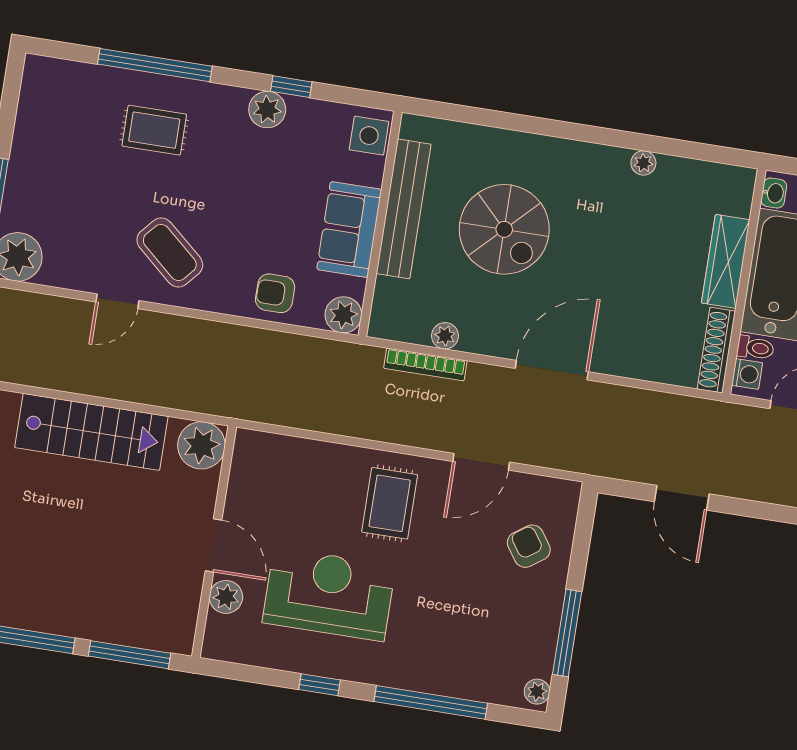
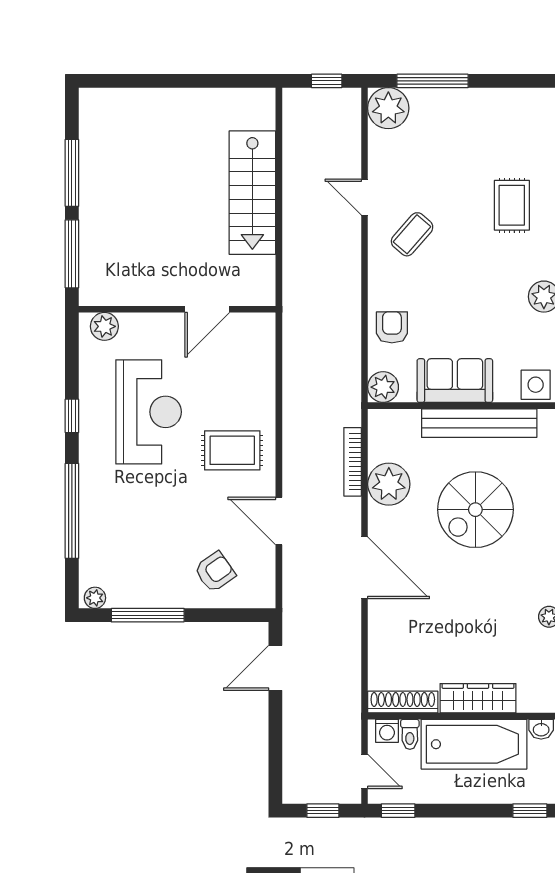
coffee table: (170, 252) -> (412, 234), width x0.73, depth x0.77
plant: (445, 336) -> (389, 484), width x1.87, depth x1.87
plant: (201, 445) -> (256, 286), removed
door: (682, 498) -> (275, 668), moved
door: (213, 545) -> (207, 309), moved
plant: (226, 597) -> (104, 326), moved

